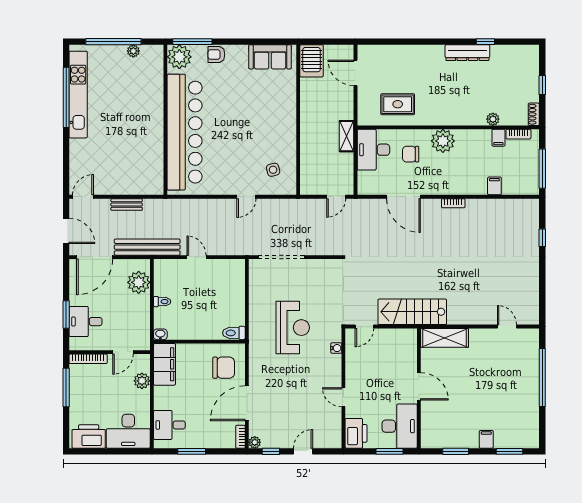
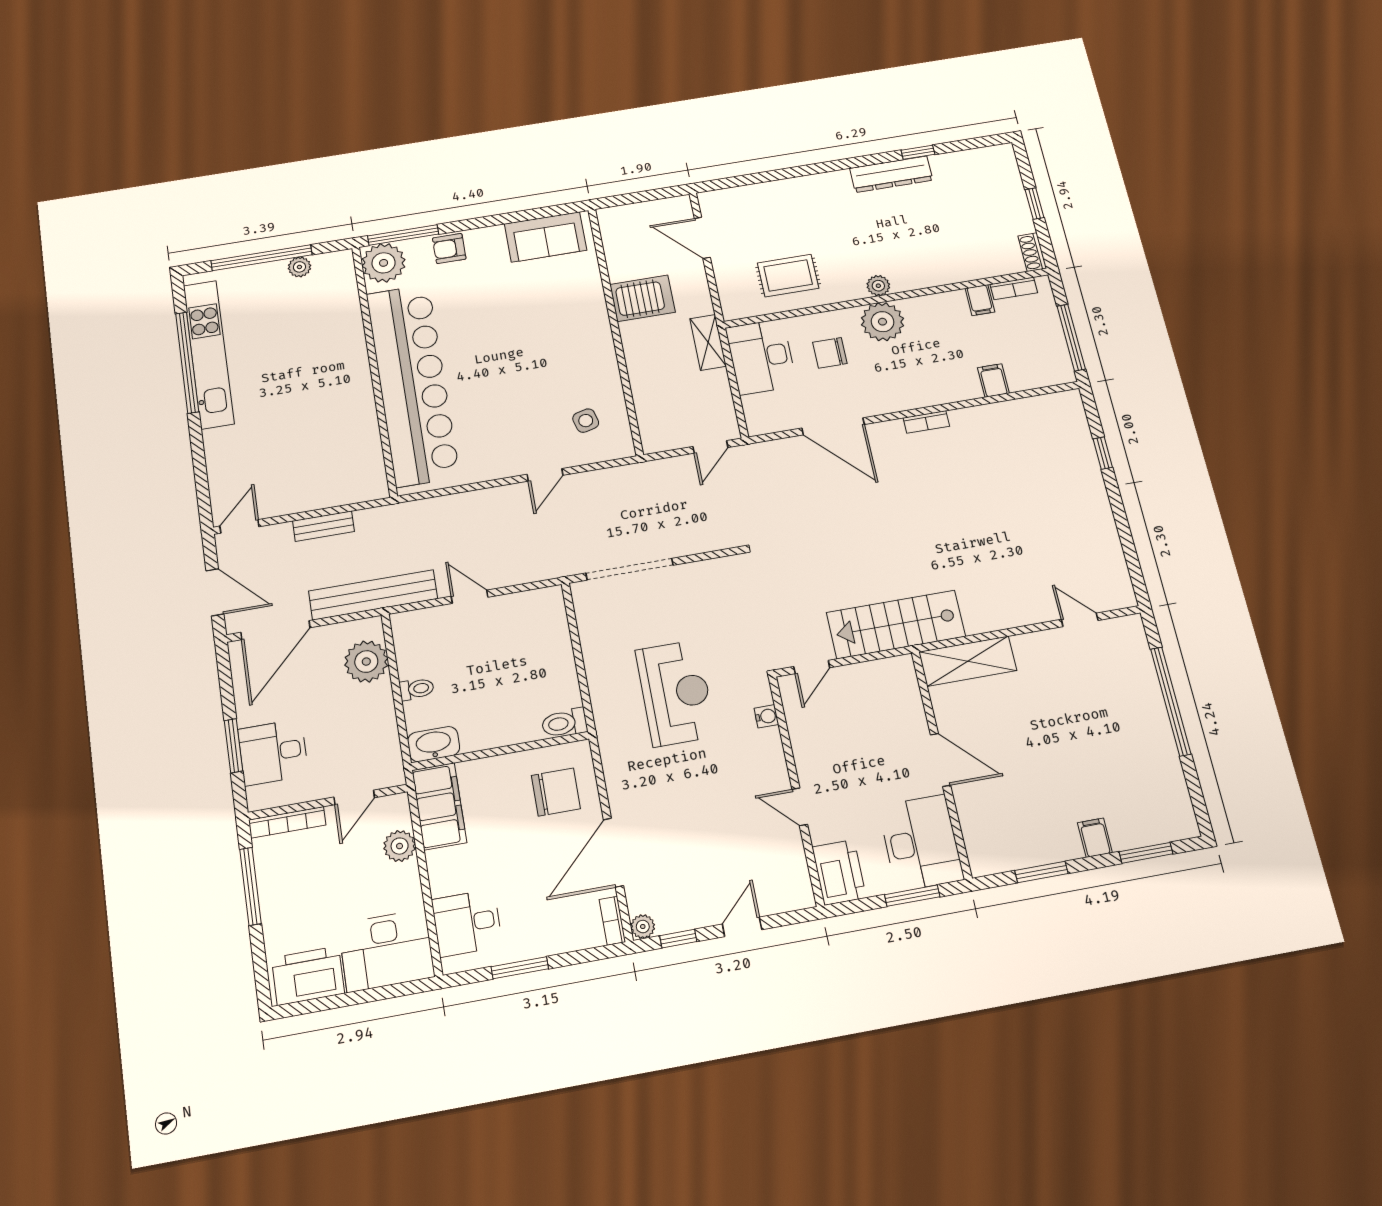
server rack: (312, 61) -> (642, 298), moved, turned -90
plant: (493, 119) -> (878, 286), moved
washbasin: (160, 334) -> (434, 744), width x1.91, depth x1.45

